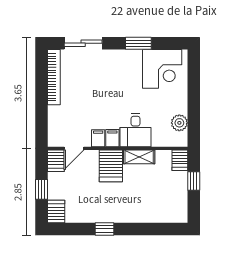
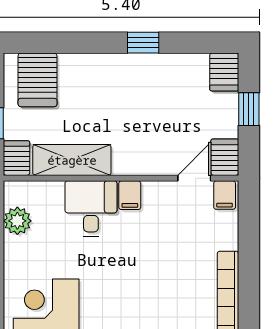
filing cabinet: (98, 138) -> (225, 195), moved
shelving: (139, 157) -> (72, 160), width x1.50, depth x1.33
server rack: (111, 166) -> (38, 80), moved, turned 180

